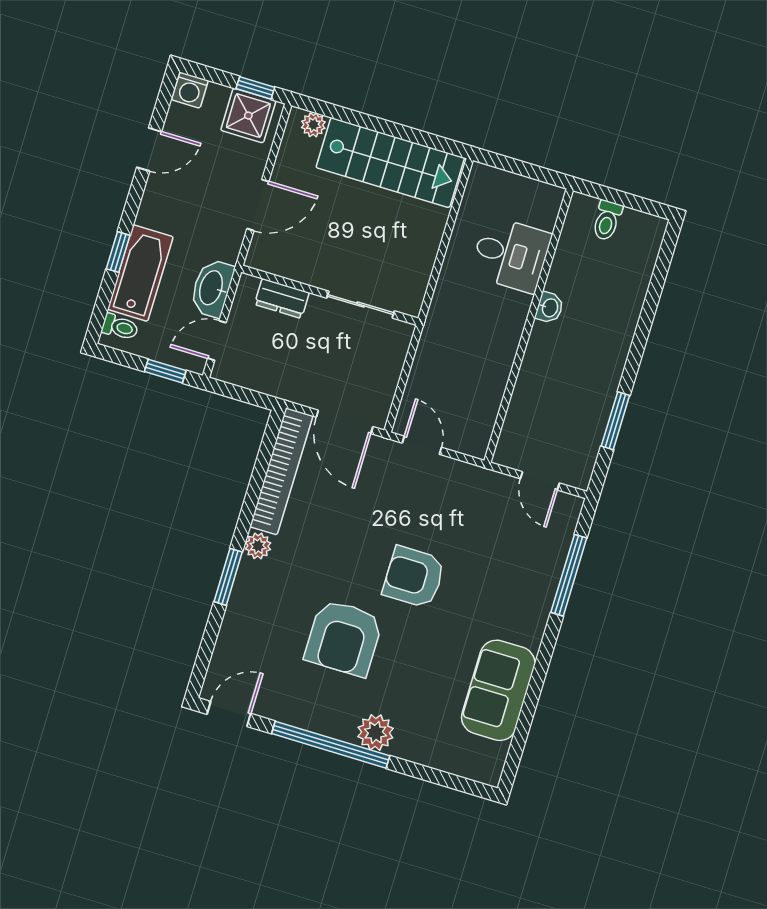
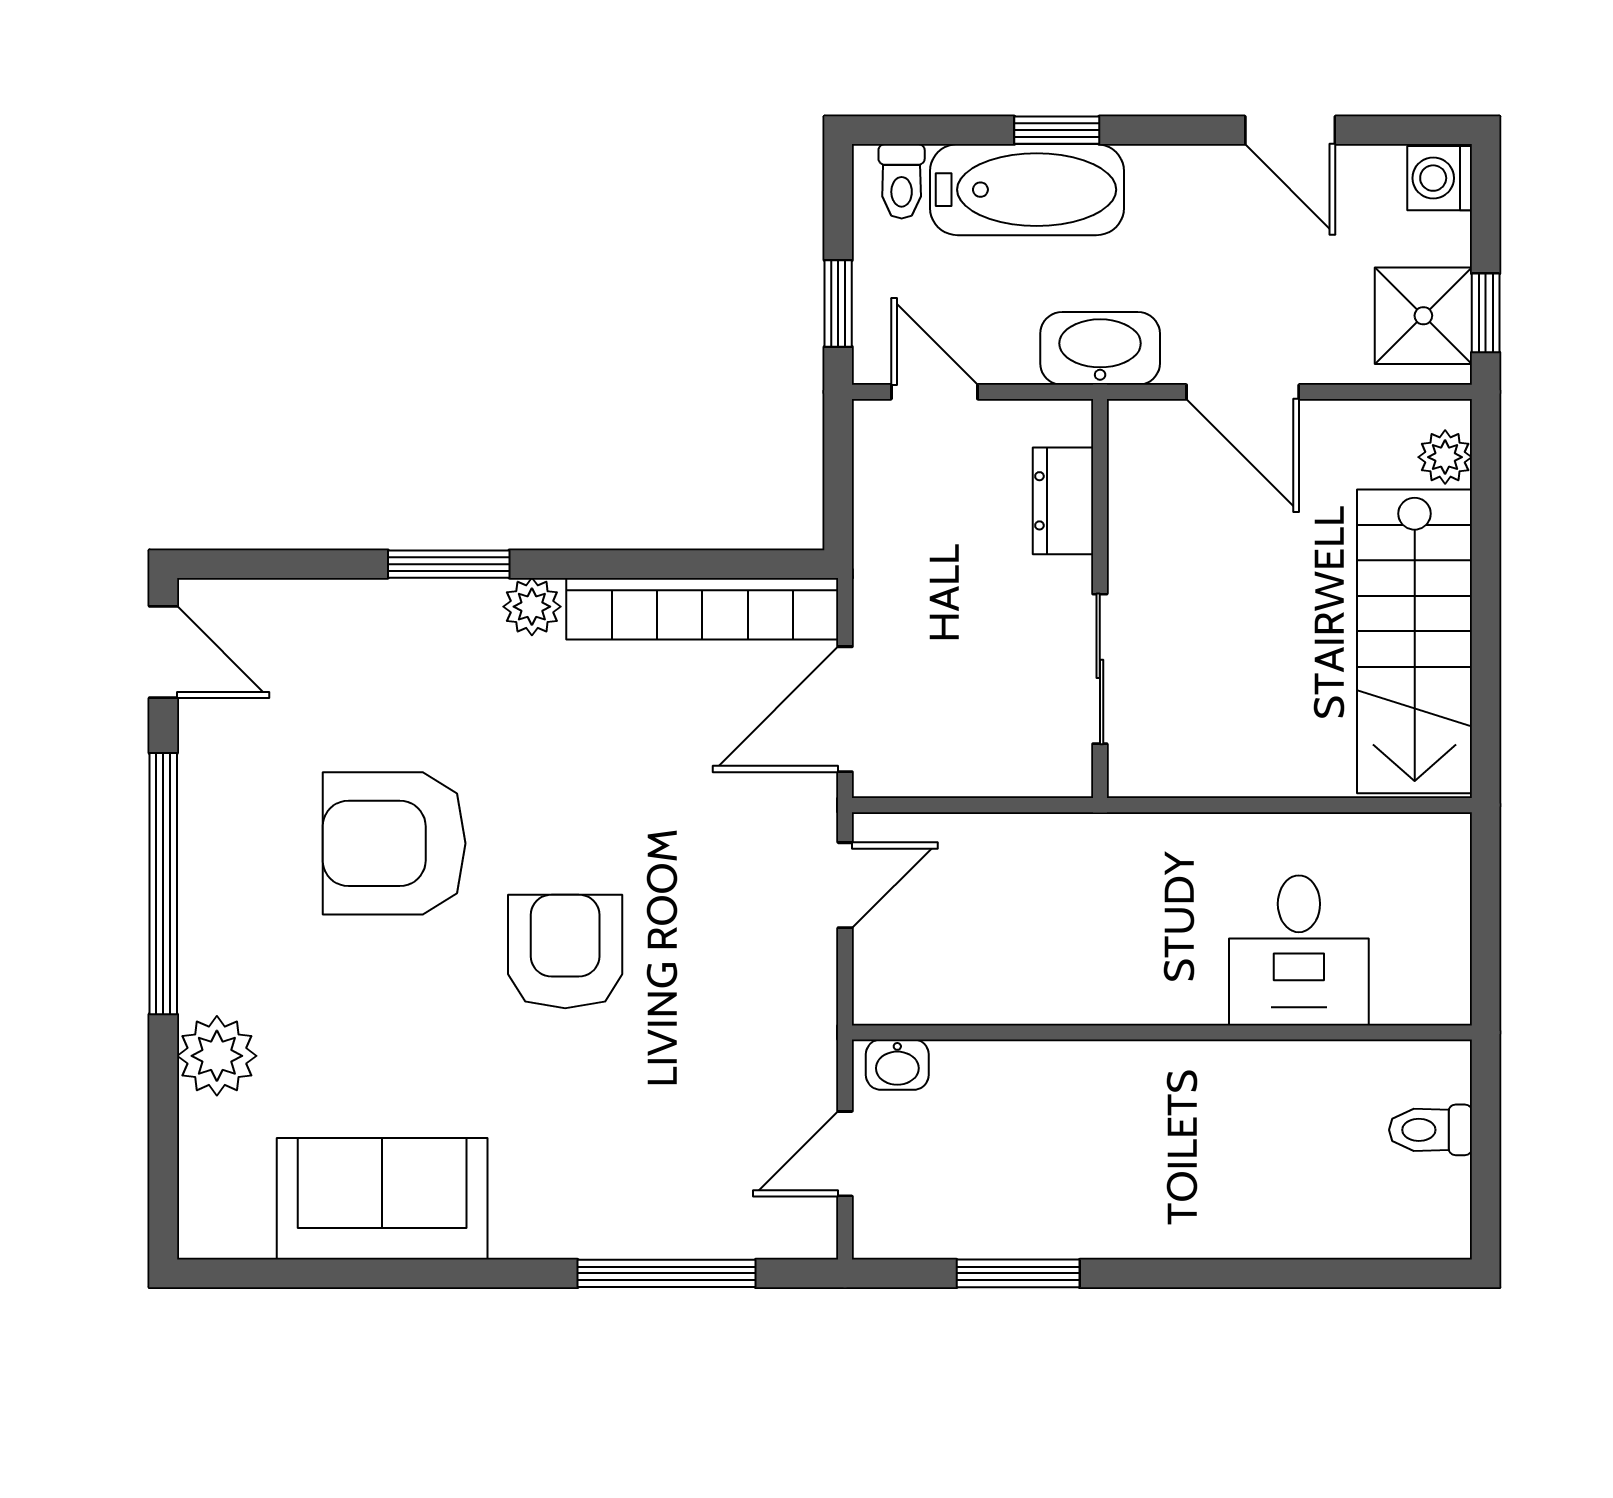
washbasin: (212, 288) -> (1100, 348), moved
washbasin: (549, 308) -> (897, 1065), moved
plant: (375, 732) -> (217, 1056), moved

